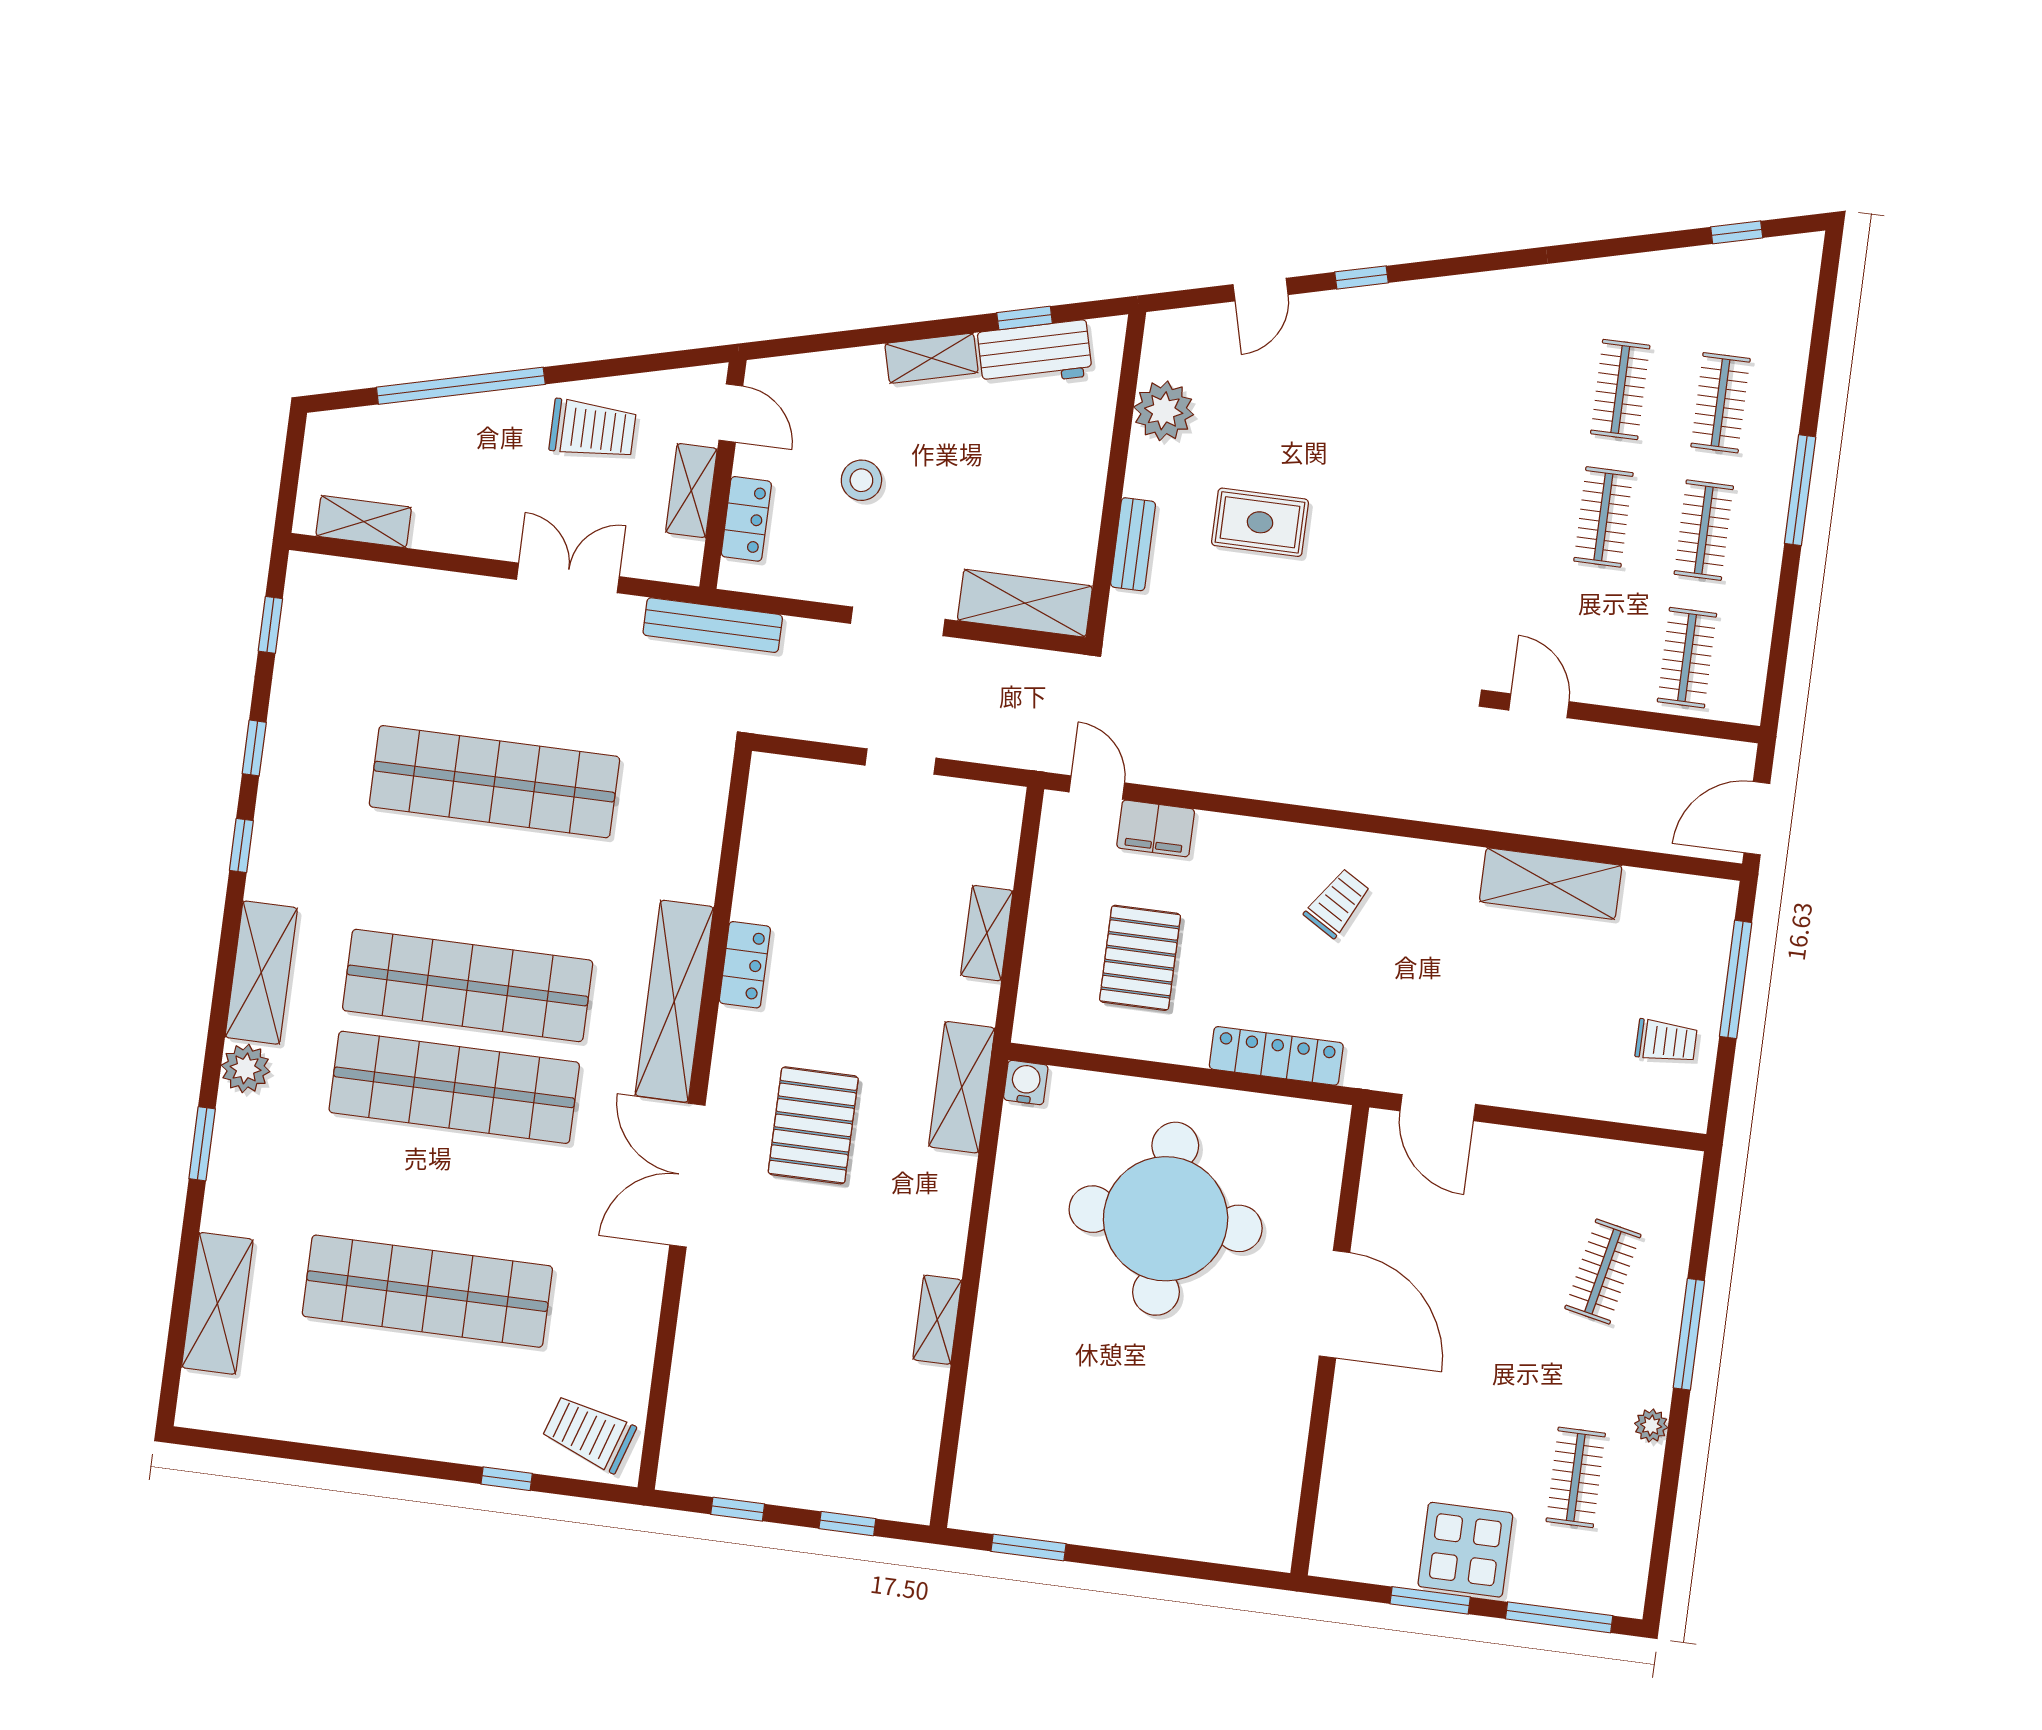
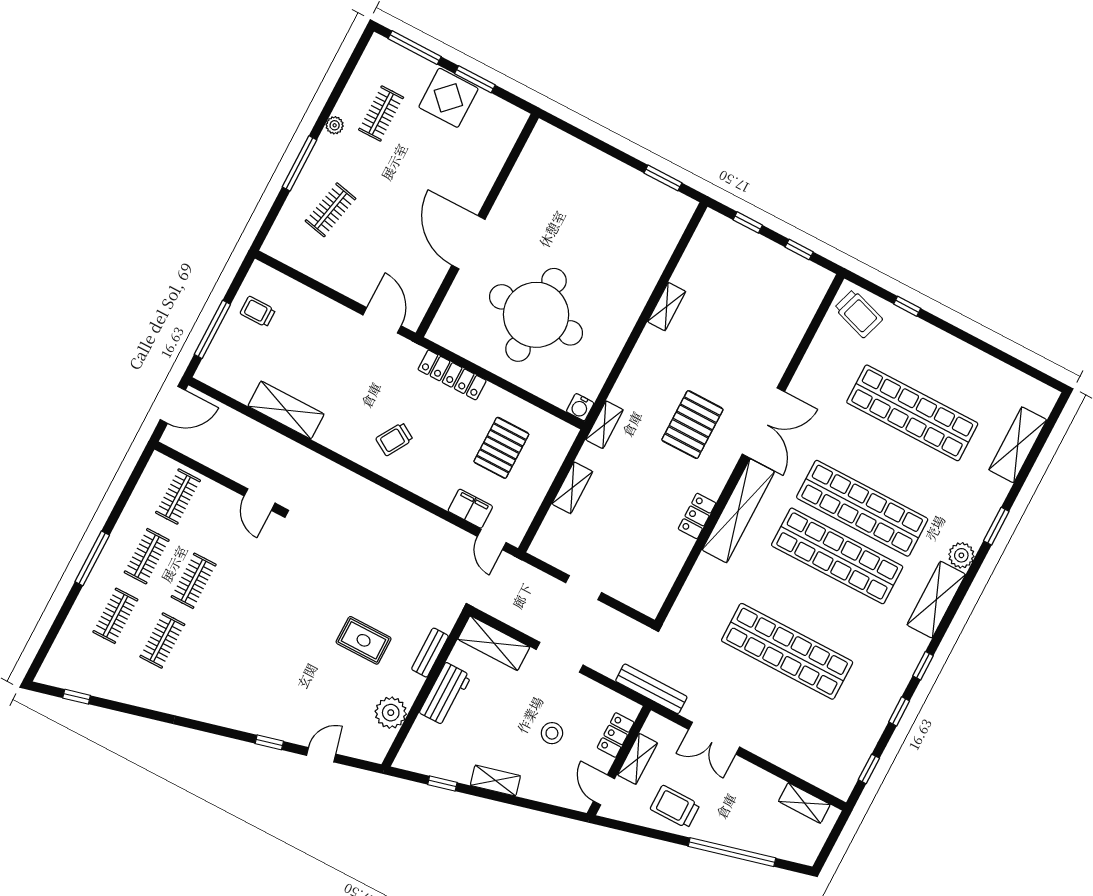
workbench: (1035, 354) -> (445, 694), moved, turned 104
shelving: (962, 1087) -> (604, 425), width x0.67, depth x0.75

